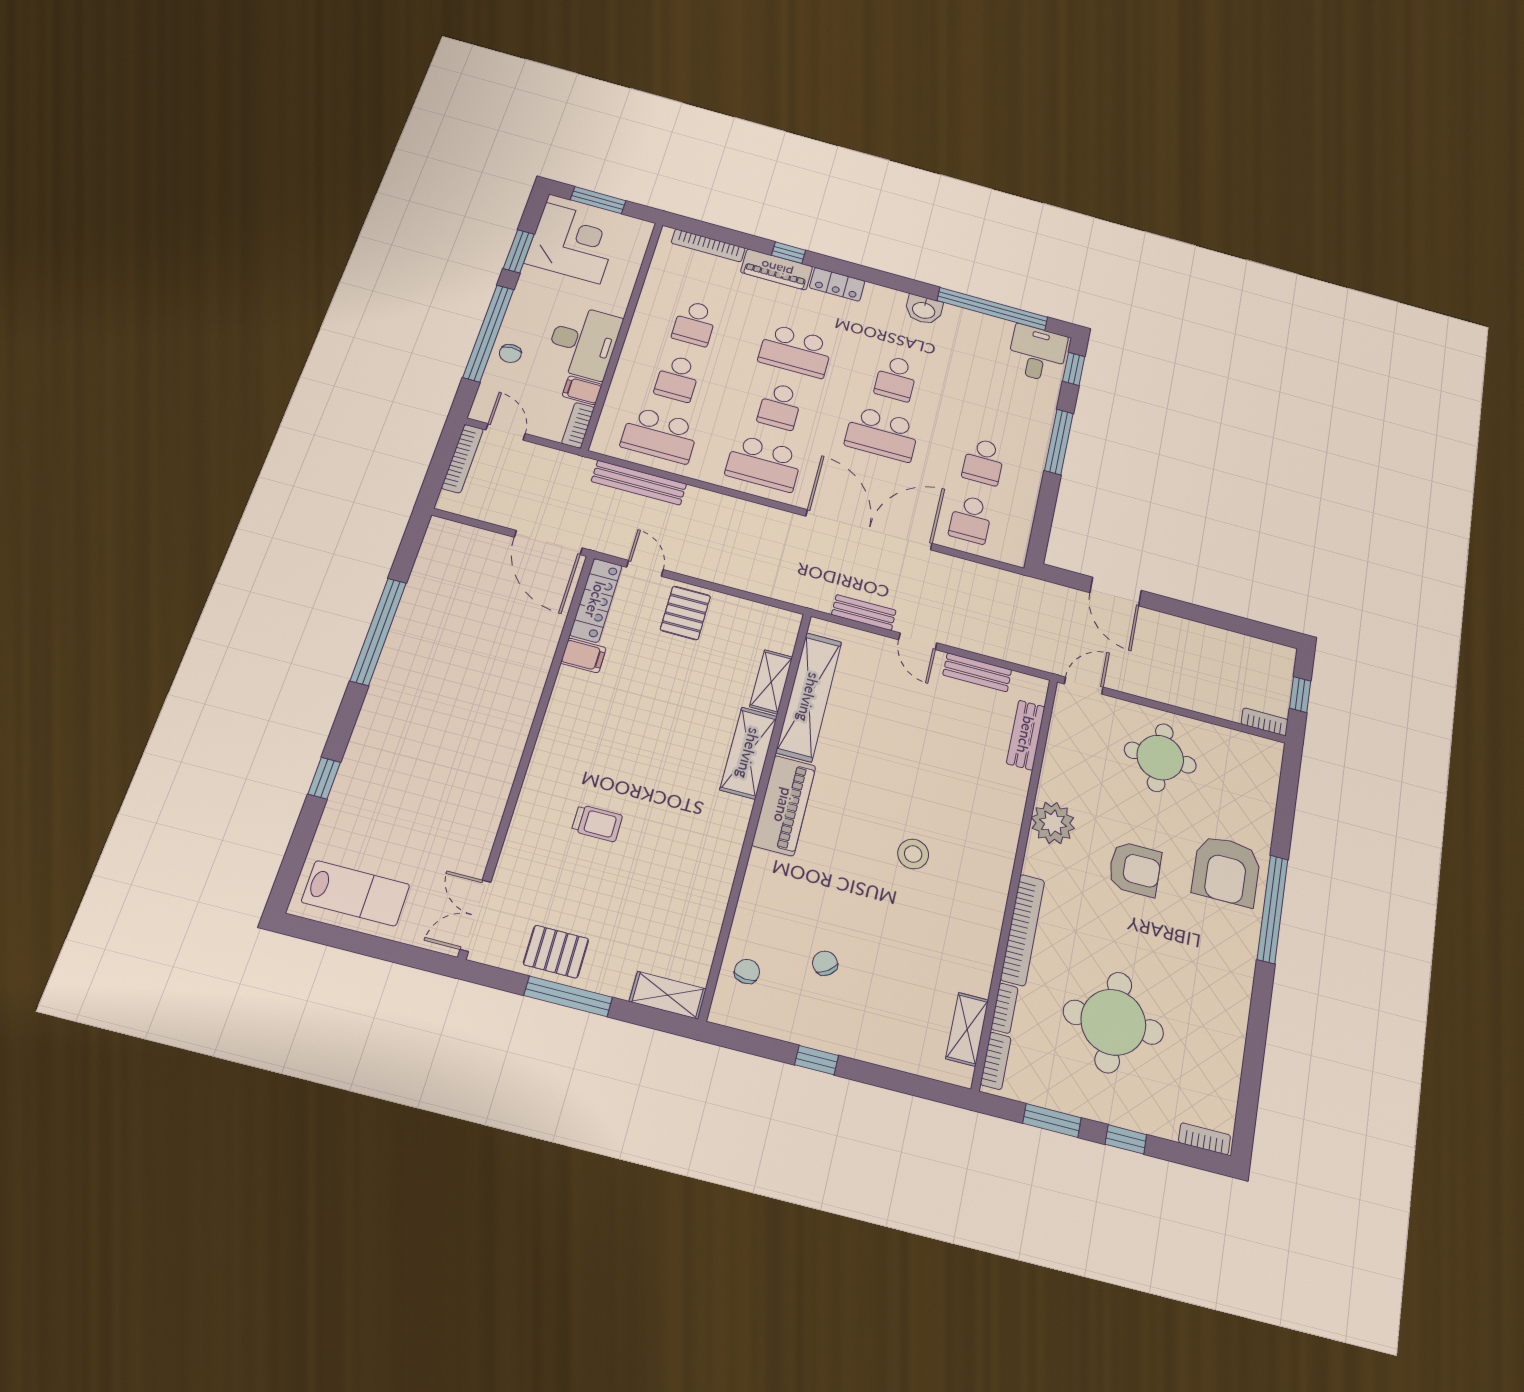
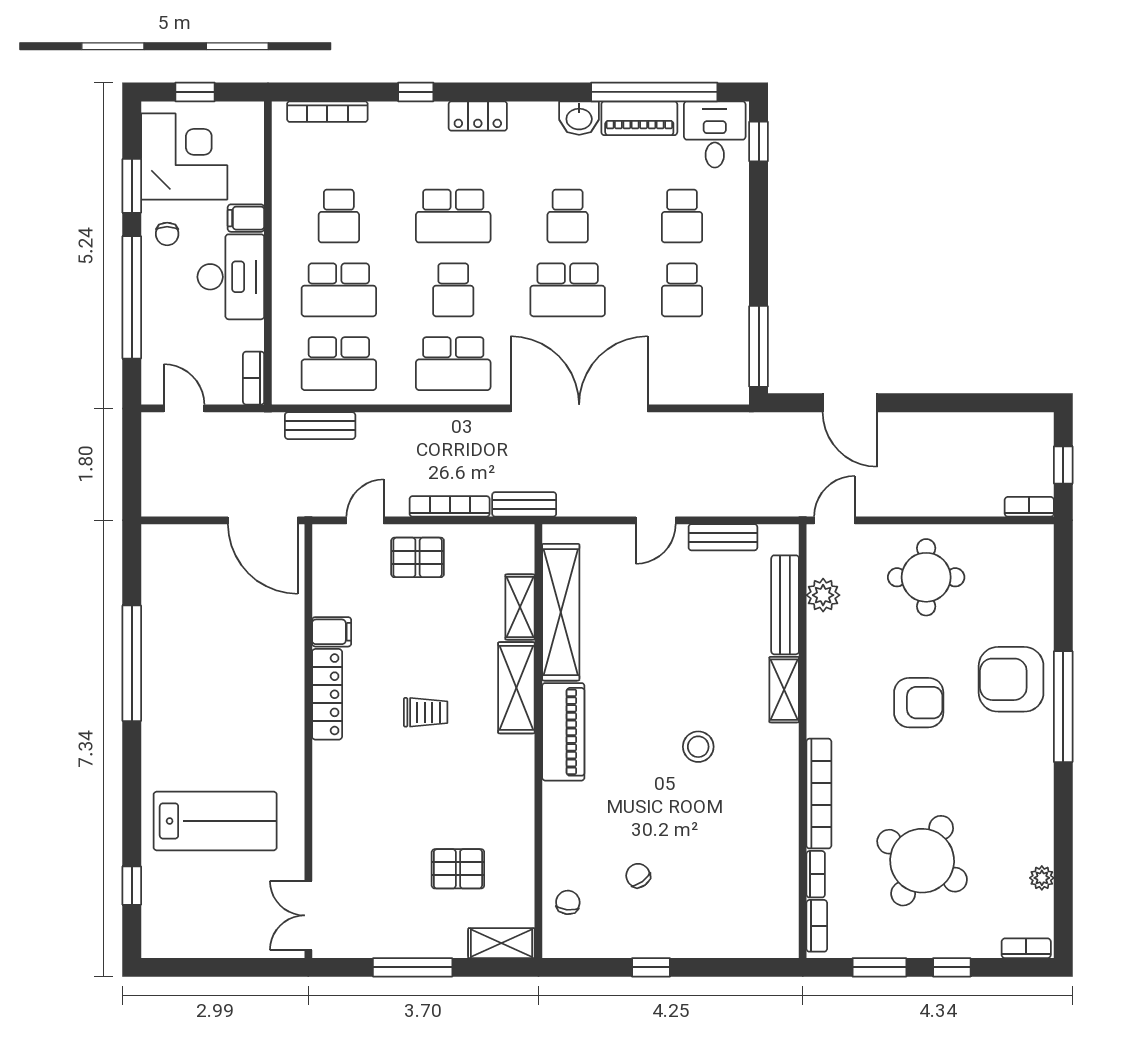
window: (598, 200) -> (195, 92), width x0.67
piano: (777, 269) -> (639, 118), moved
chair: (510, 353) -> (167, 234), moved
school desk: (677, 378) -> (339, 290), width x1.85
filing cabinet: (582, 390) -> (246, 218), moved
window: (1059, 442) -> (759, 346), moved
bookcase: (462, 459) -> (450, 506), moved, turned -90
bench: (639, 483) -> (320, 426), width x0.73
school desk: (971, 519) -> (682, 216), moved
door: (645, 568) -> (365, 520), hinge flipped
locker: (596, 600) -> (327, 694), moved
bench: (864, 612) -> (524, 504), moved
pallet: (685, 613) -> (418, 557), turned 90
door: (918, 641) -> (656, 520), hinge flipped
bench: (1026, 735) -> (785, 605), width x1.36
window: (324, 778) -> (132, 886), moved
trolley: (597, 823) -> (426, 712), moved
plant: (1053, 823) -> (823, 595), moved, width x0.73, depth x0.73
armchair: (1226, 871) -> (1011, 679), turned 90
lab bench: (356, 893) -> (215, 821), moved, width x1.36, depth x1.39
pallet: (556, 952) -> (458, 869), moved
round table: (1113, 1022) -> (922, 861), turned 30
shelving: (967, 1029) -> (784, 690), moved
plant: (1230, 1070) -> (1042, 878), added

